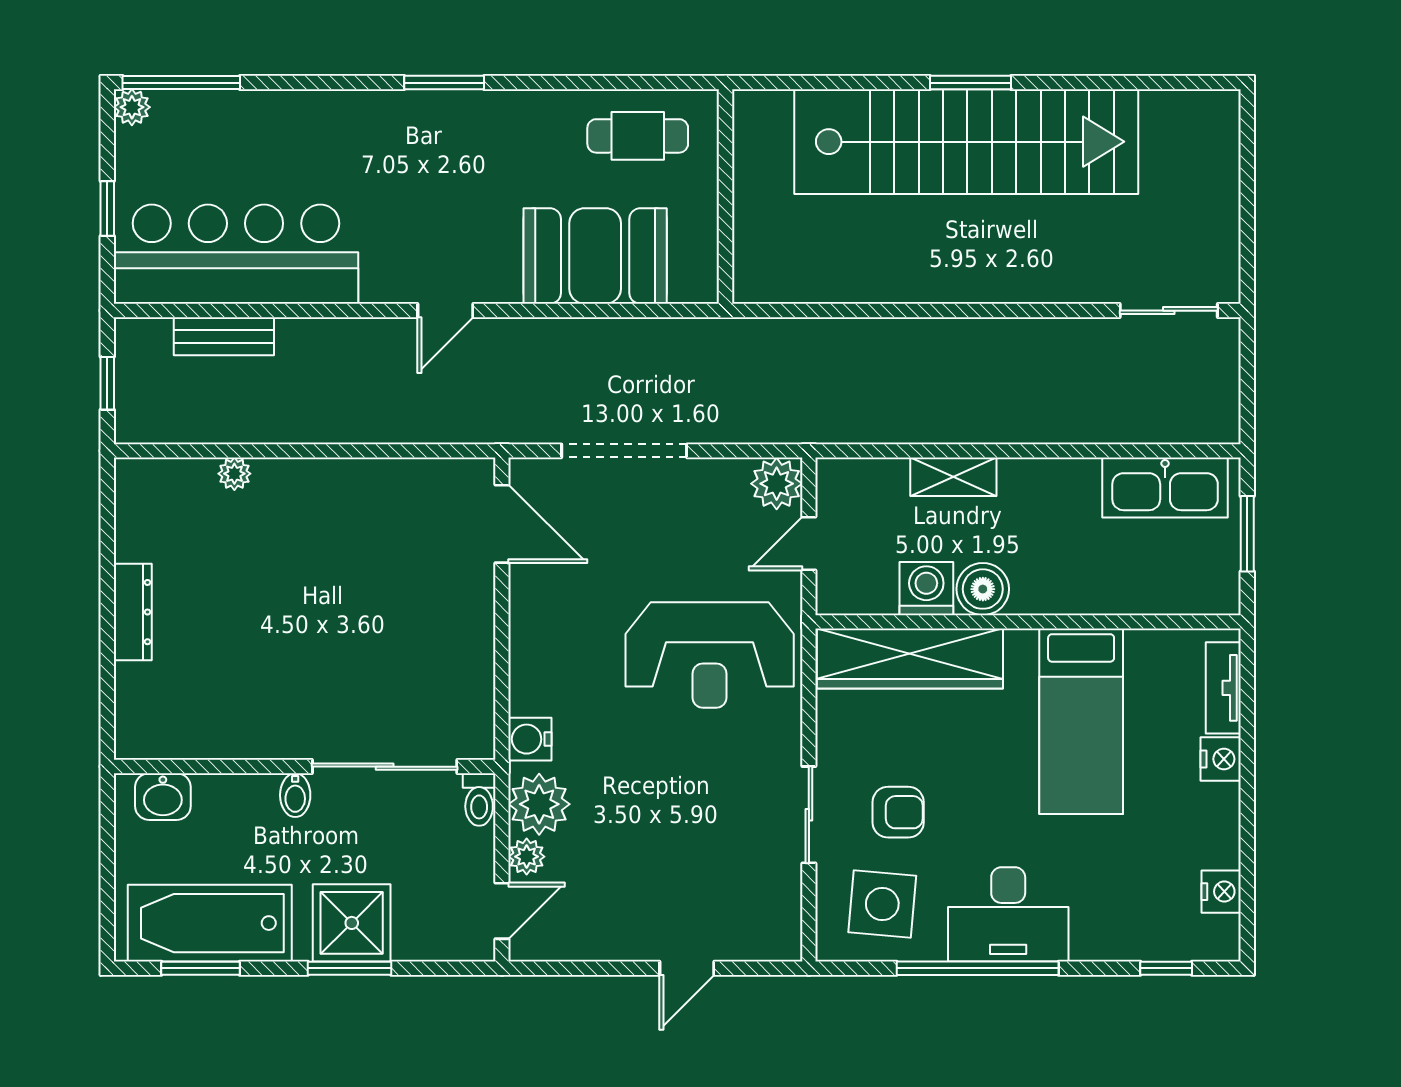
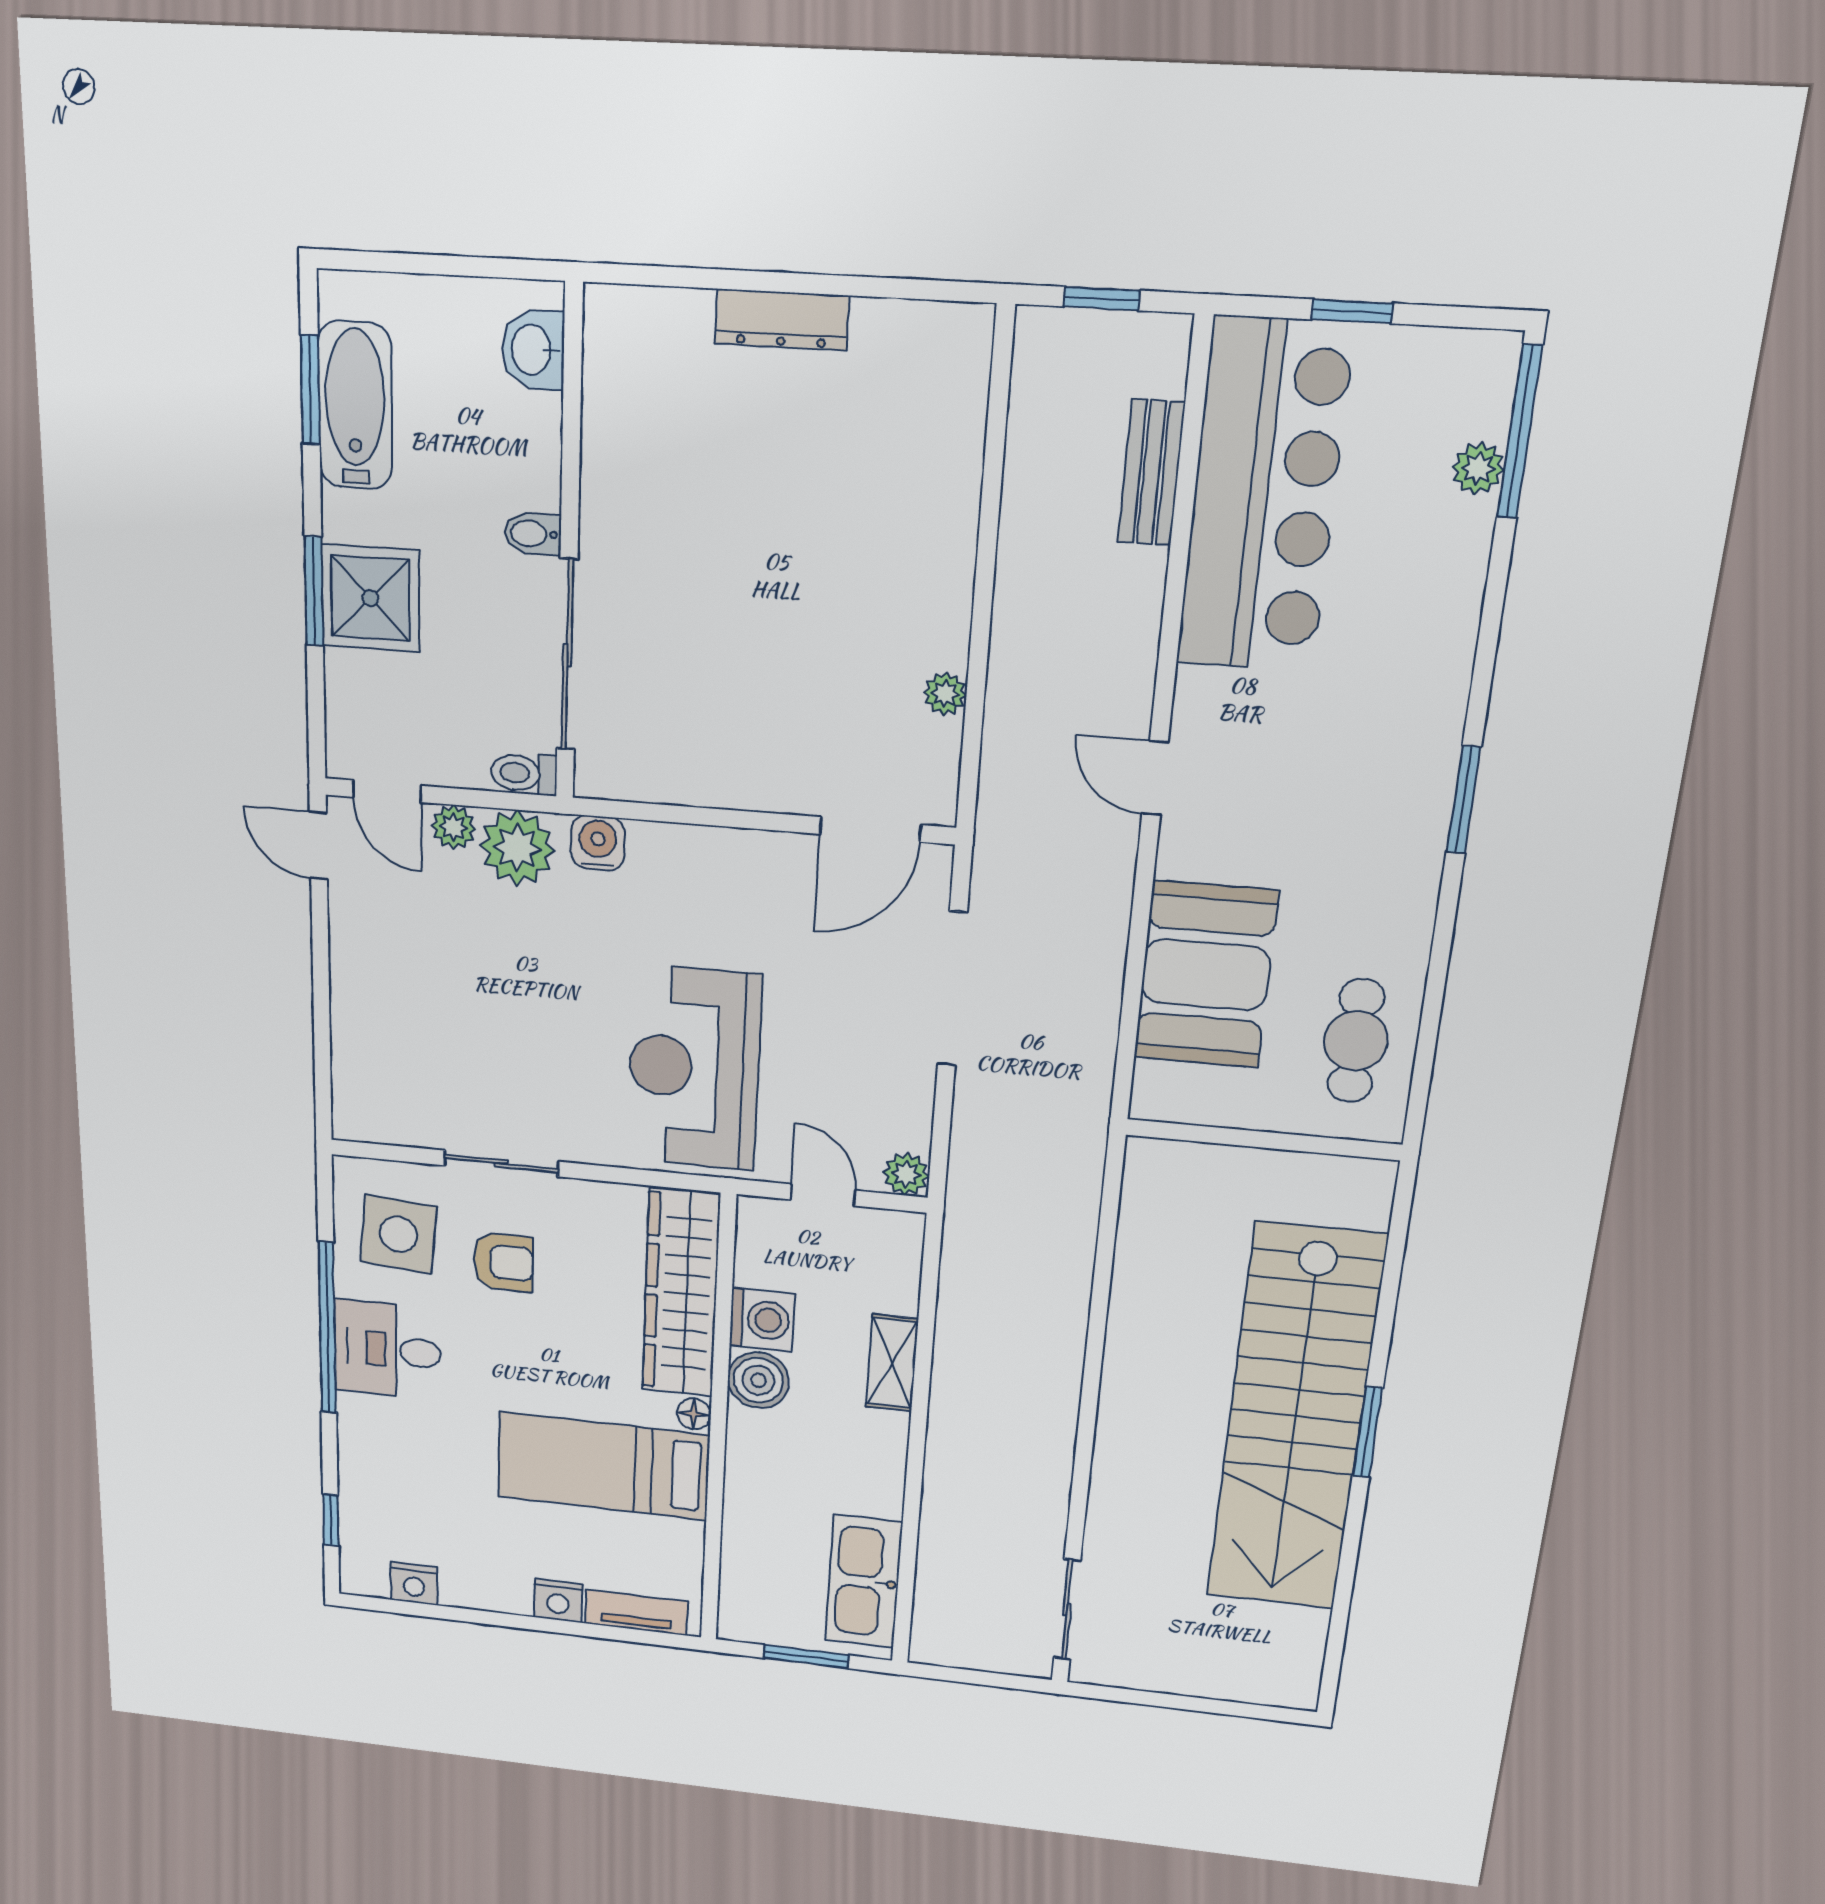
plant: (132, 107) -> (1478, 468), moved
plant: (234, 474) -> (945, 694), moved
plant: (777, 484) -> (906, 1174), width x0.73, depth x0.73
floor lamp: (1021, 643) -> (694, 1414), added
armchair: (898, 812) -> (503, 1262), turned -90
desk: (1008, 914) -> (388, 1350), width x0.73
bathtub: (210, 923) -> (355, 406), width x0.73, depth x0.73
door: (687, 968) -> (319, 846), moved

